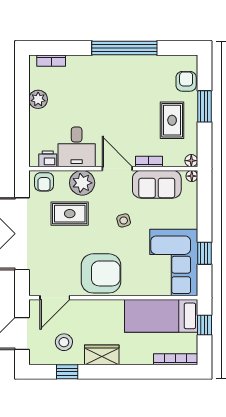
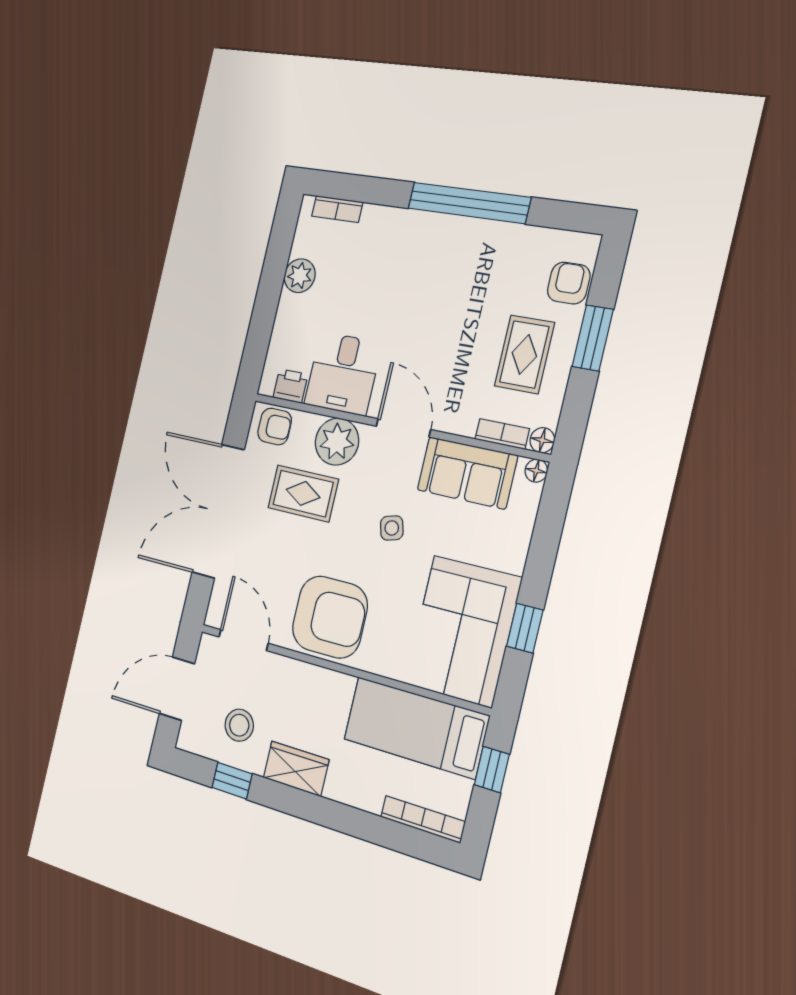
bookcase: (149, 162) -> (502, 434), moved
armchair: (44, 182) -> (275, 426), turned -90
door: (55, 298) -> (243, 640), swing flipped

